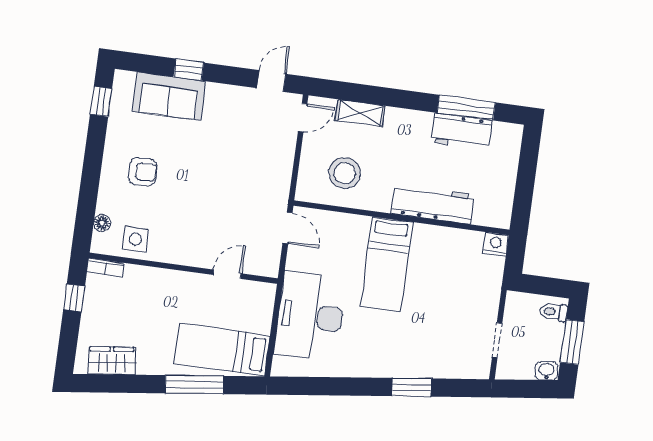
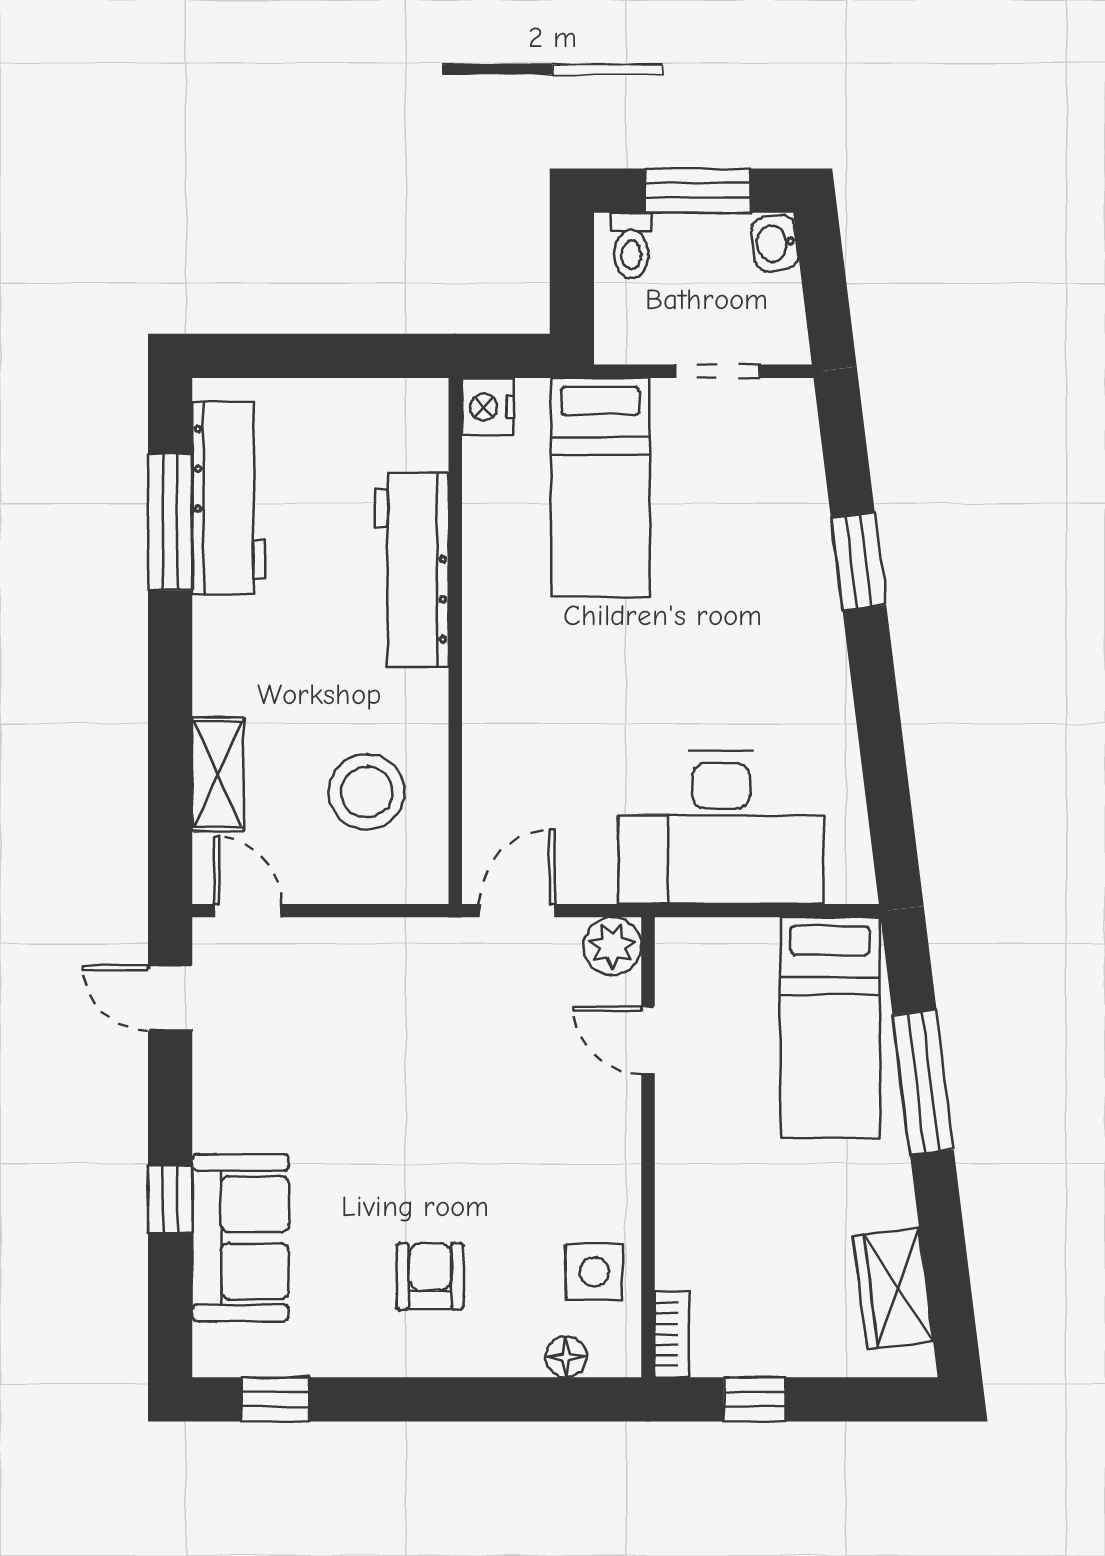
workbench: (462, 131) -> (228, 498), width x1.38
bed: (386, 264) -> (600, 488), moved, turned 90
plant: (268, 265) -> (612, 946), added

